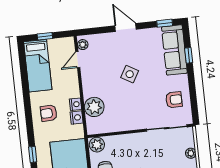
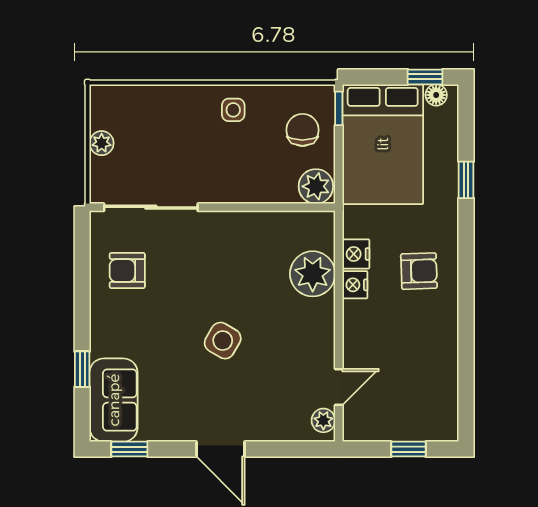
sofa: (174, 50) -> (114, 400), width x0.73
bed: (38, 66) -> (432, 383), removed

